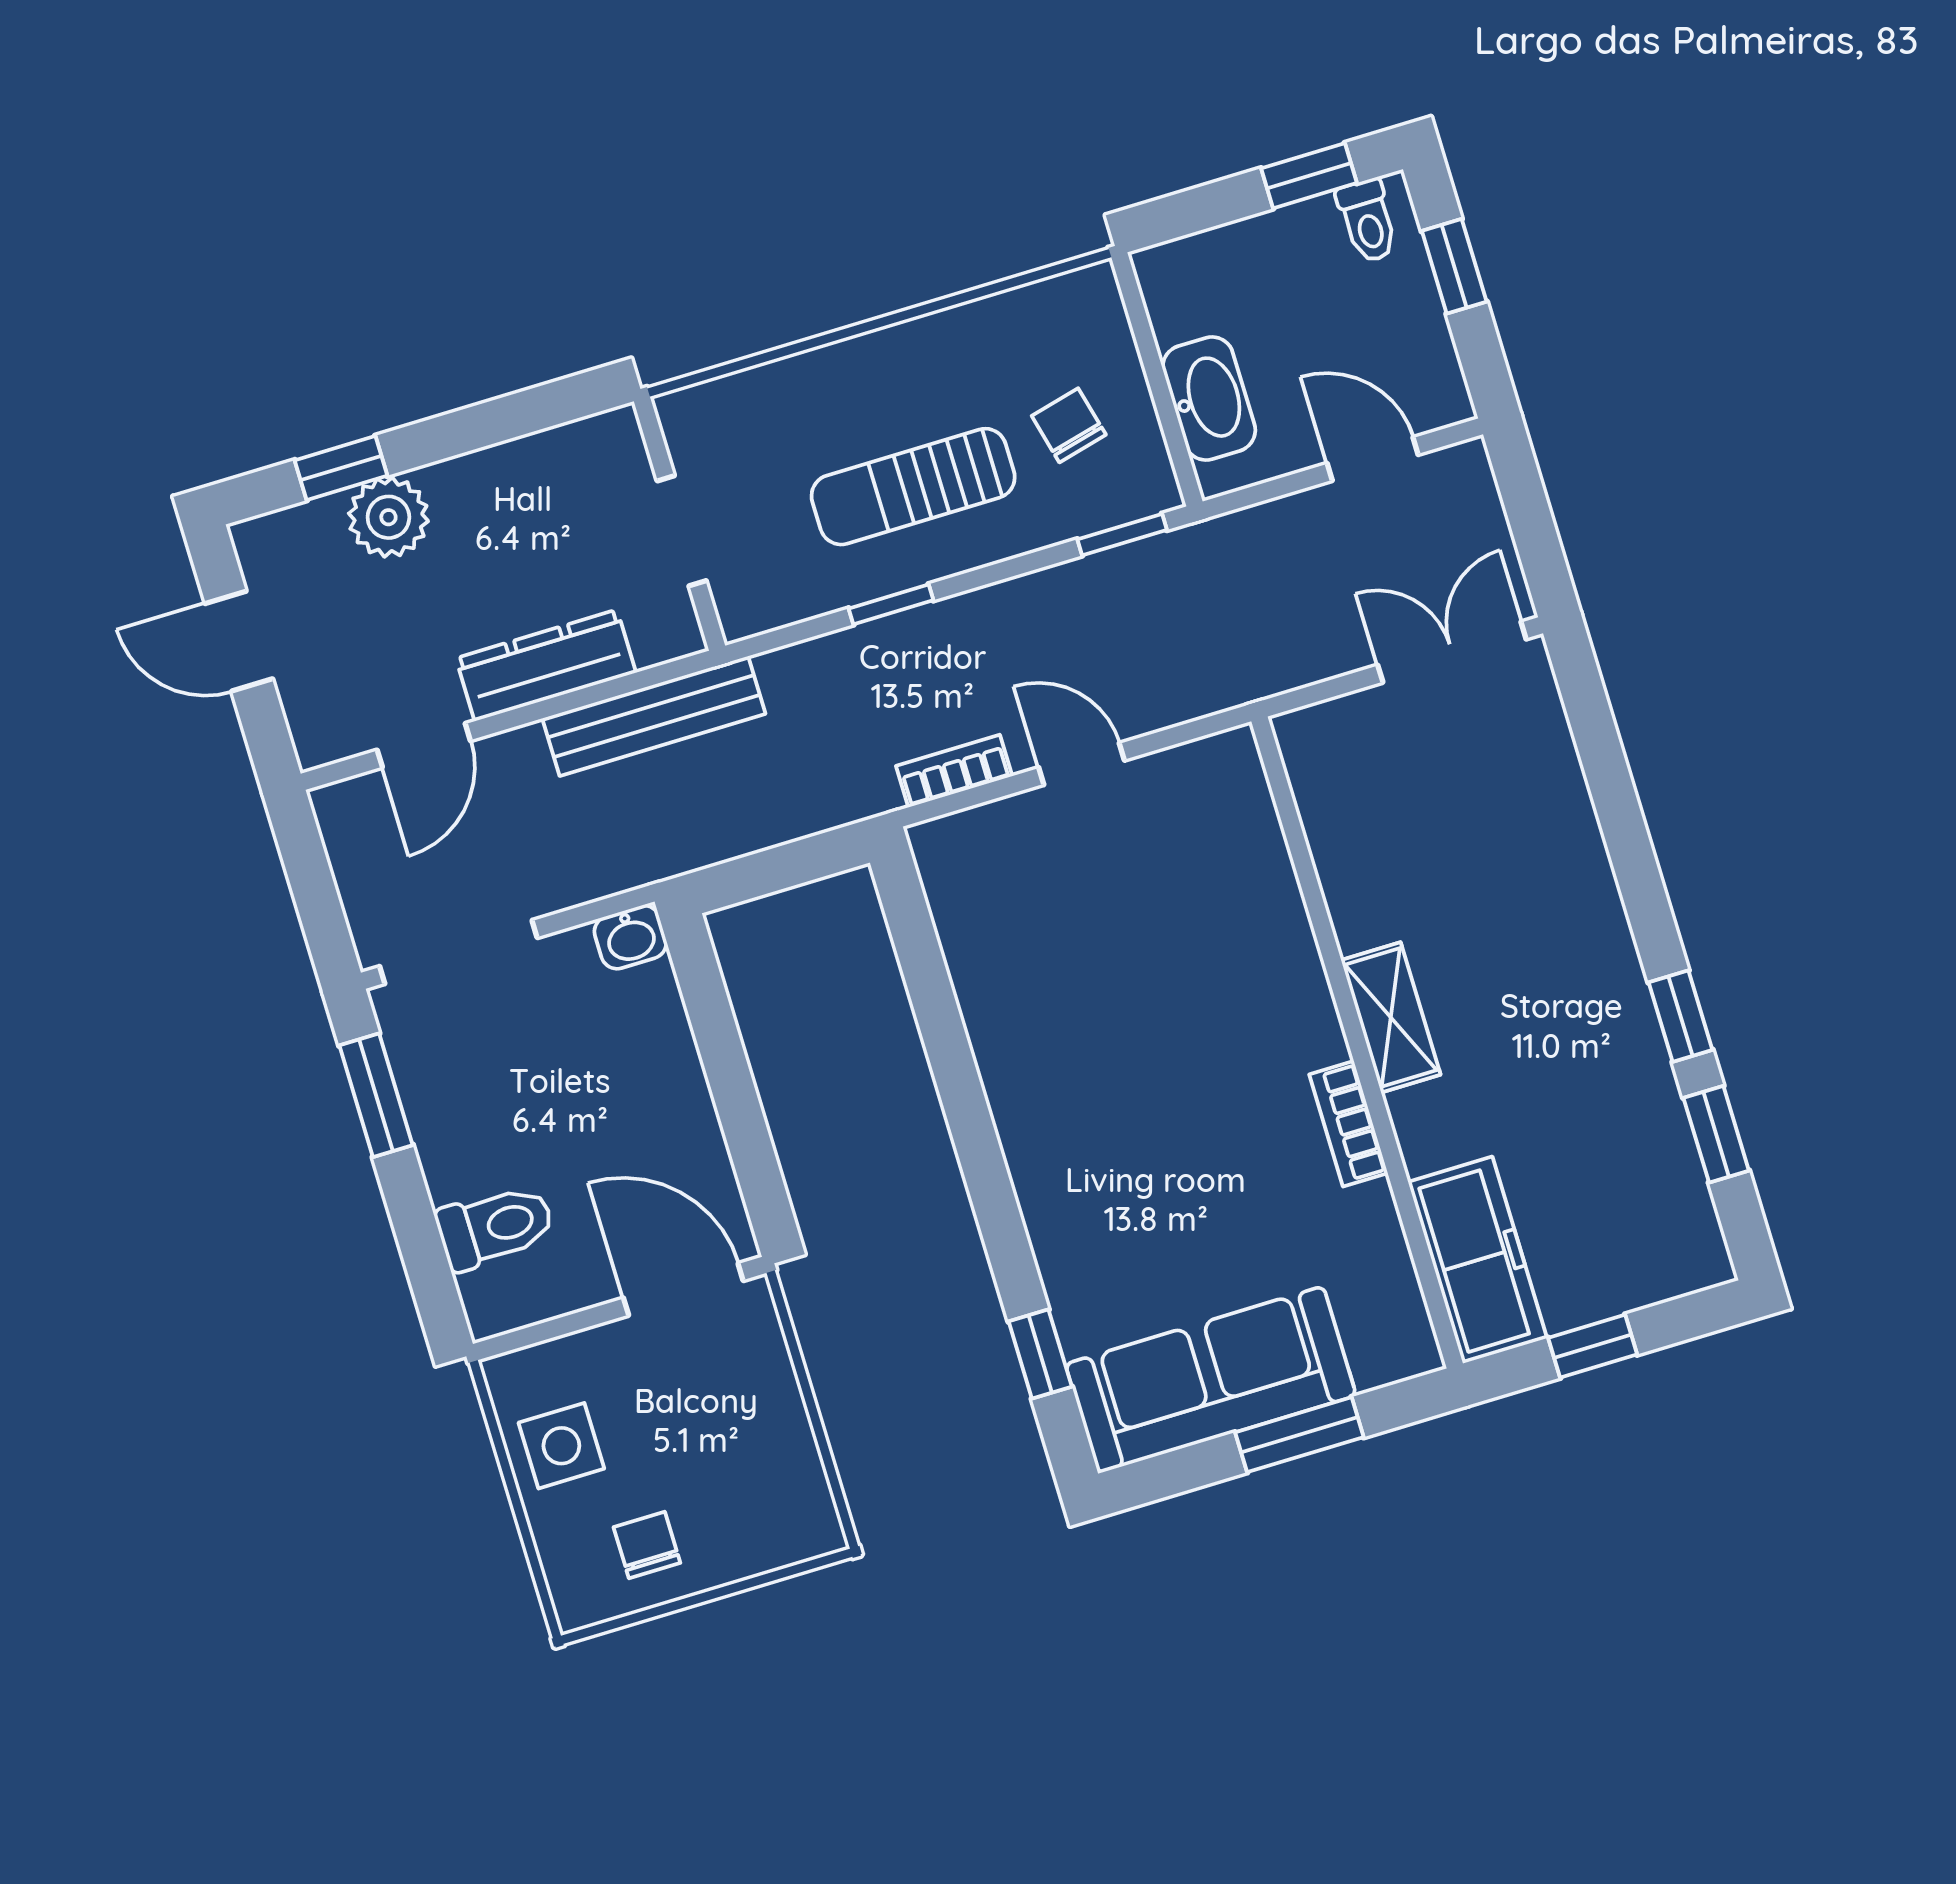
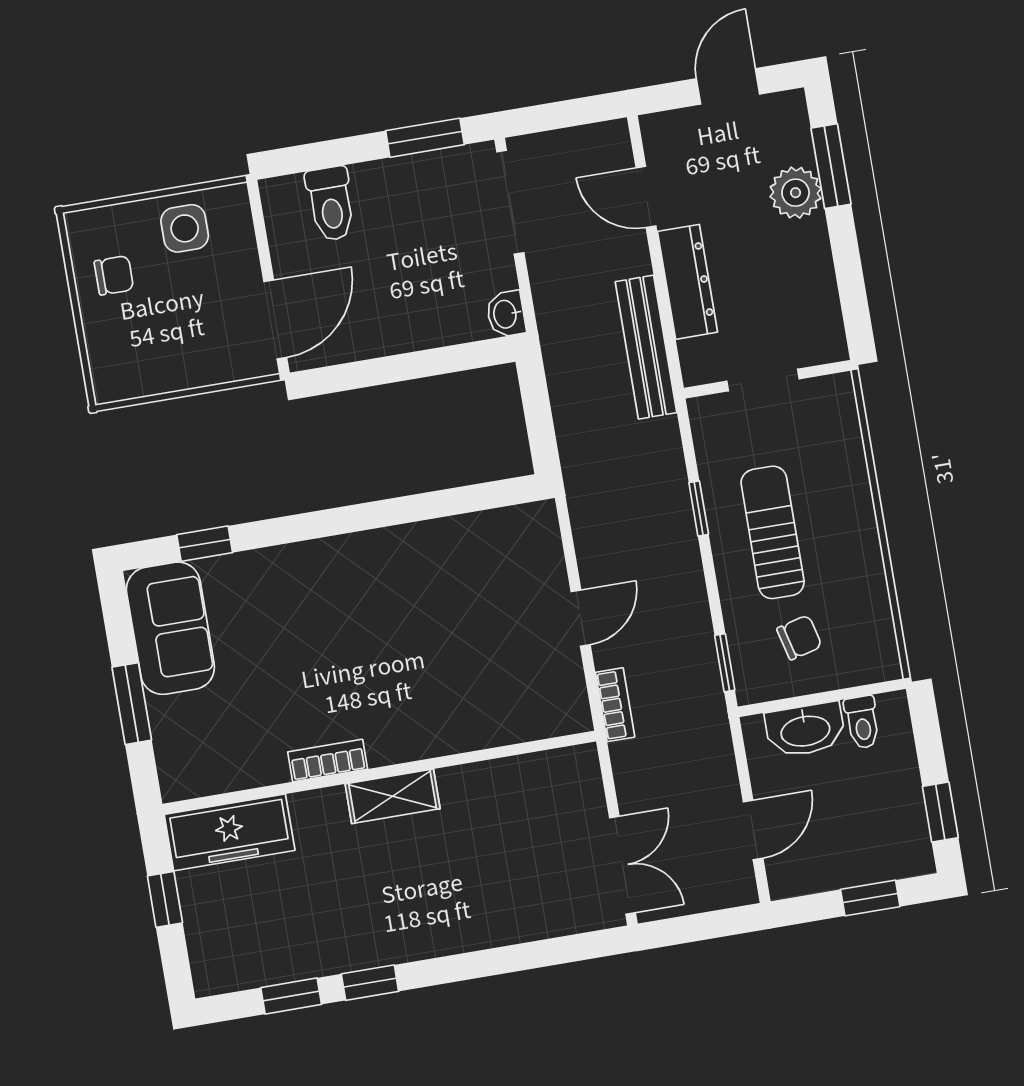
toilet: (1368, 221) -> (862, 722), moved, turned -90
window: (341, 468) -> (831, 166), width x1.50
bookcase: (954, 771) -> (615, 705), moved
sofa: (1211, 1380) -> (170, 628), width x0.73

